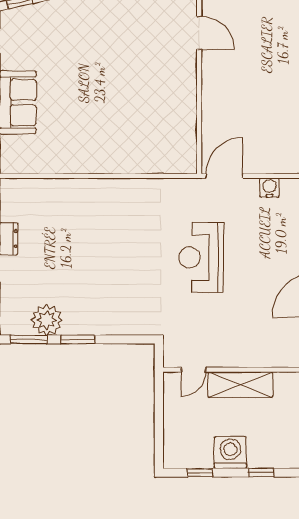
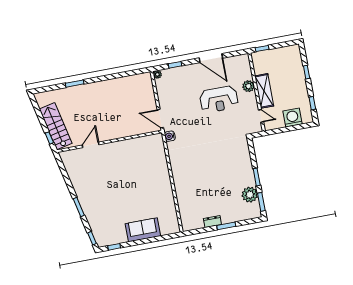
water cooler: (269, 188) -> (170, 136), moved
reception desk: (201, 257) -> (219, 99), moved
plant: (255, 356) -> (248, 86), added
washing machine: (230, 453) -> (293, 118), moved, turned 90

